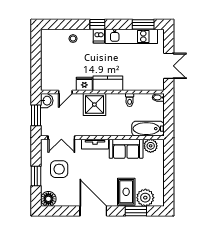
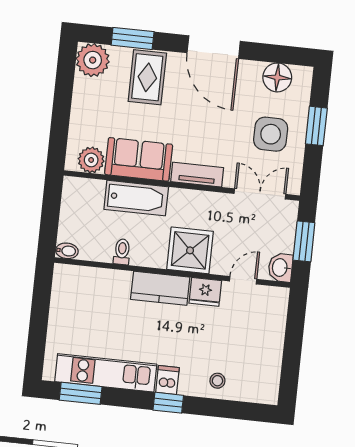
double door: (169, 66) -> (40, 309), removed
bathtub: (148, 129) -> (136, 198), moved
plant: (145, 198) -> (93, 60), moved
floor lamp: (48, 199) -> (277, 77), moved

